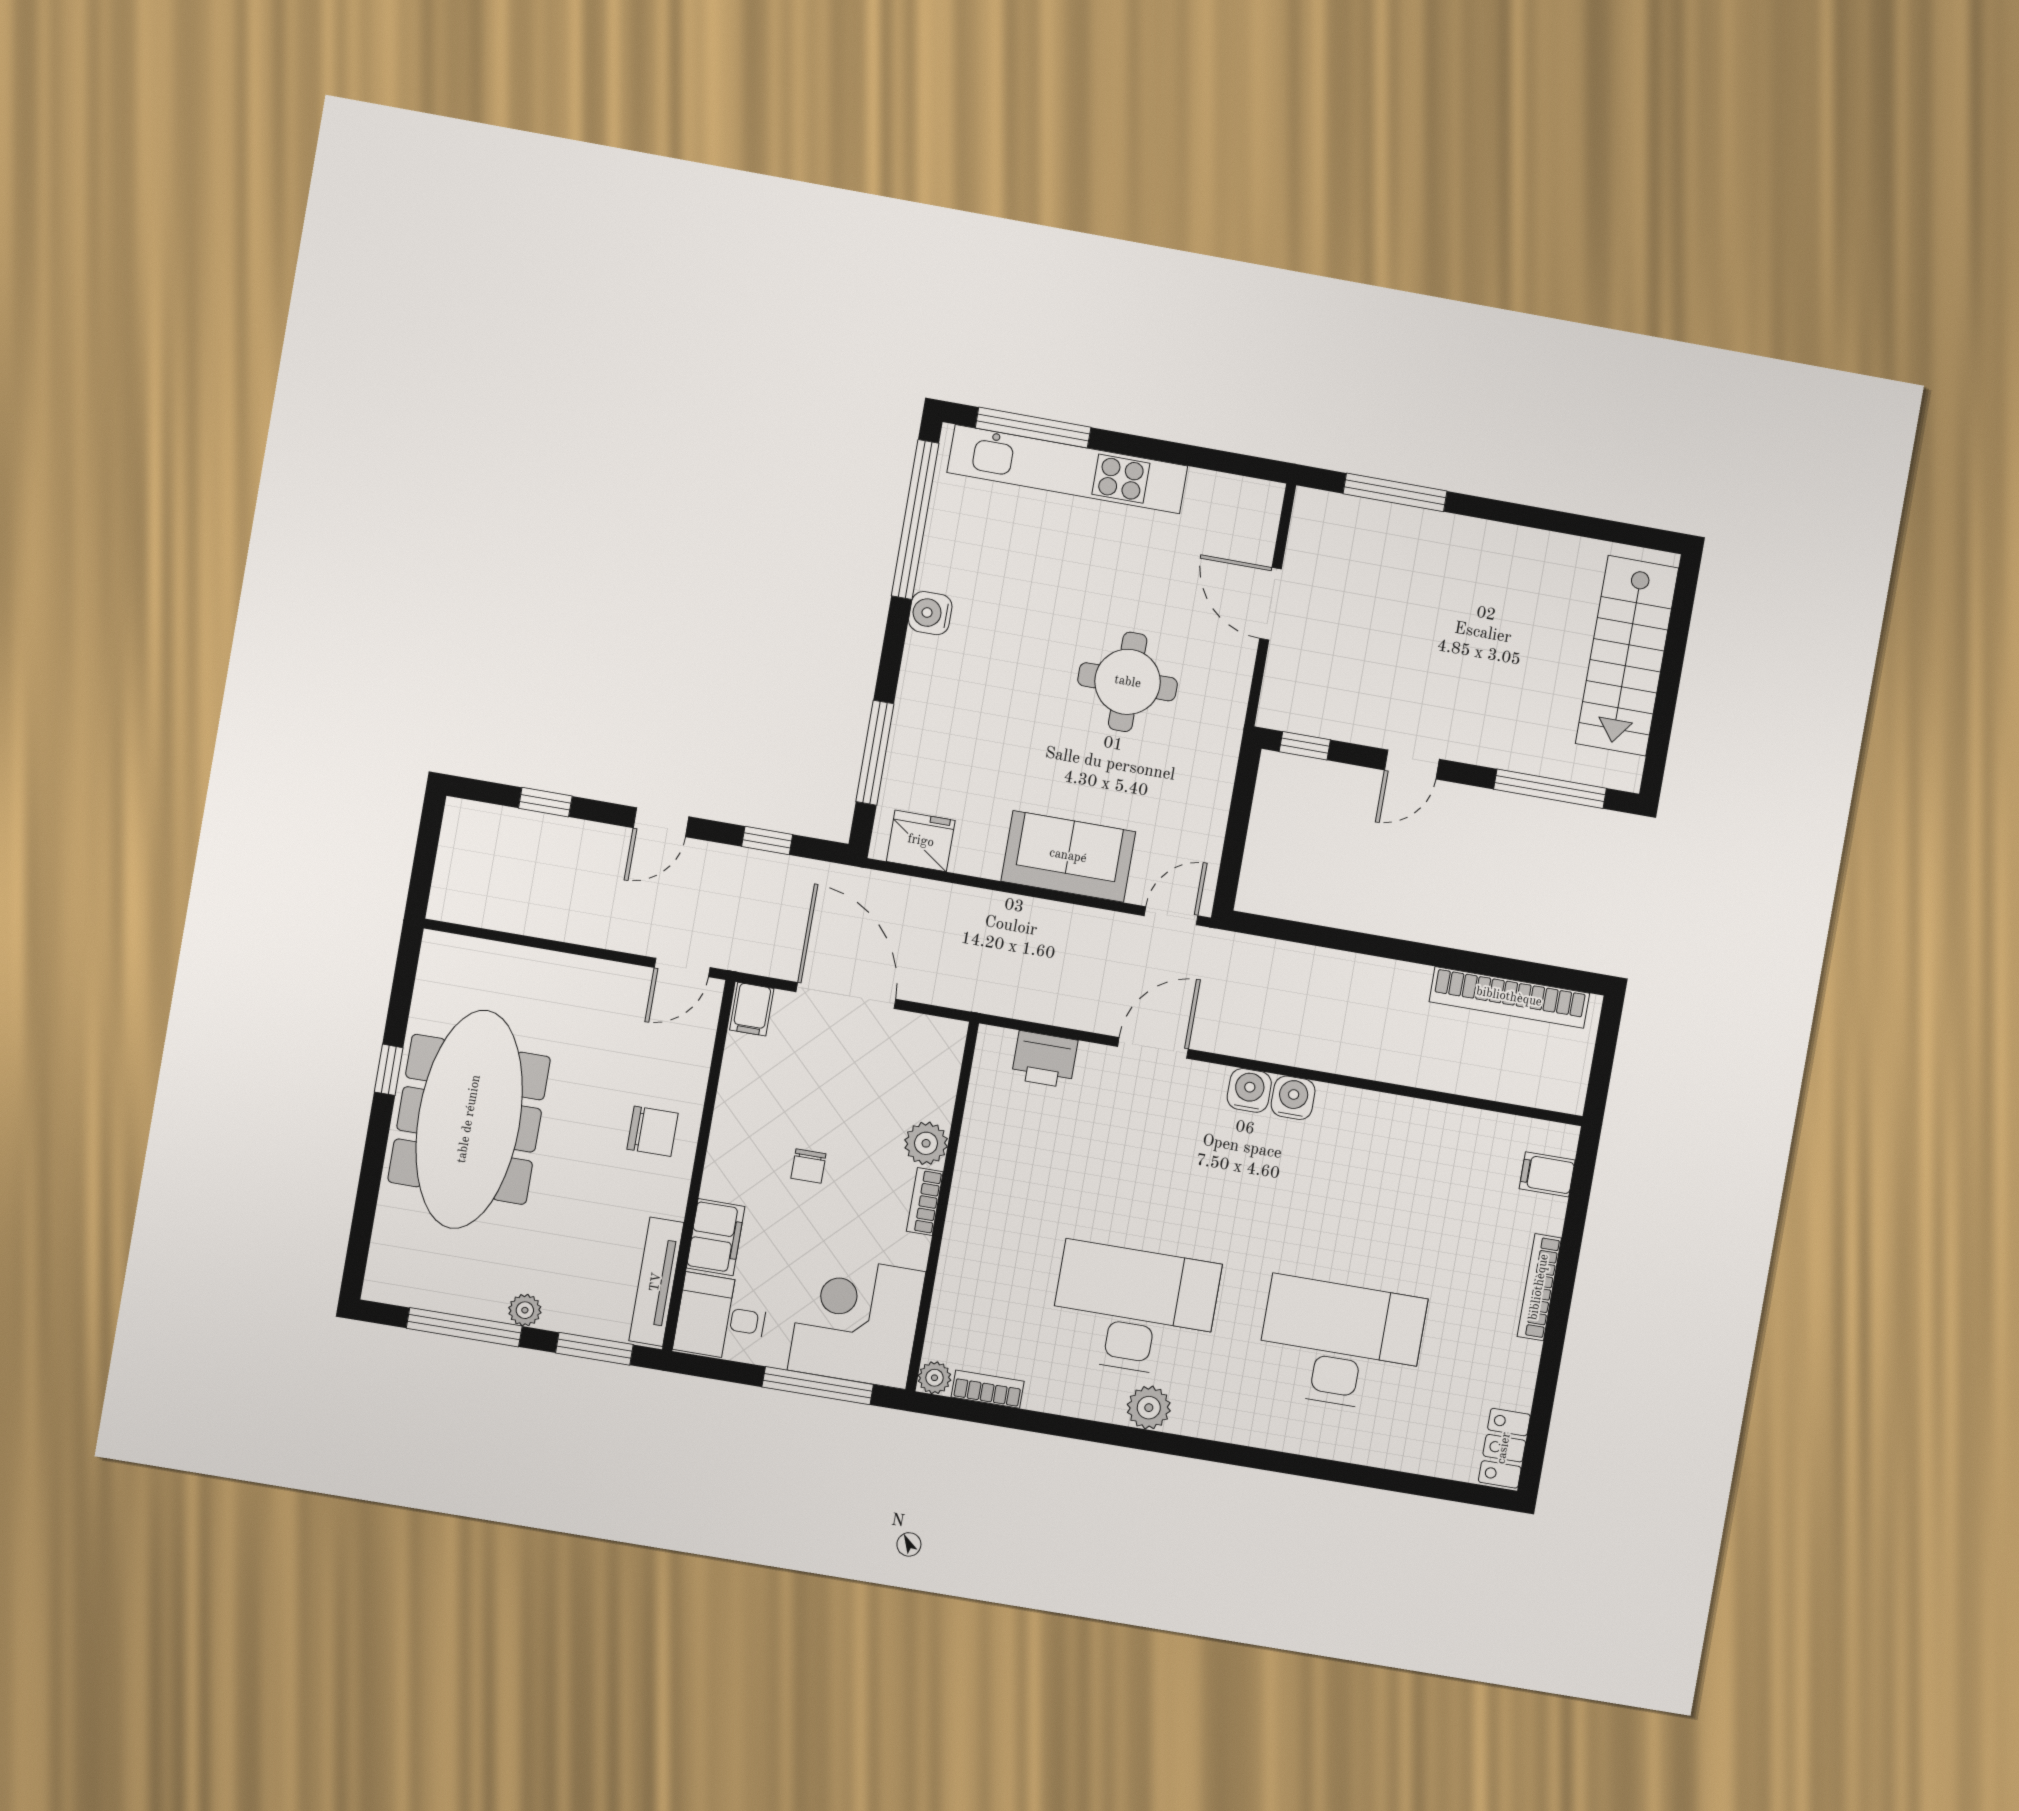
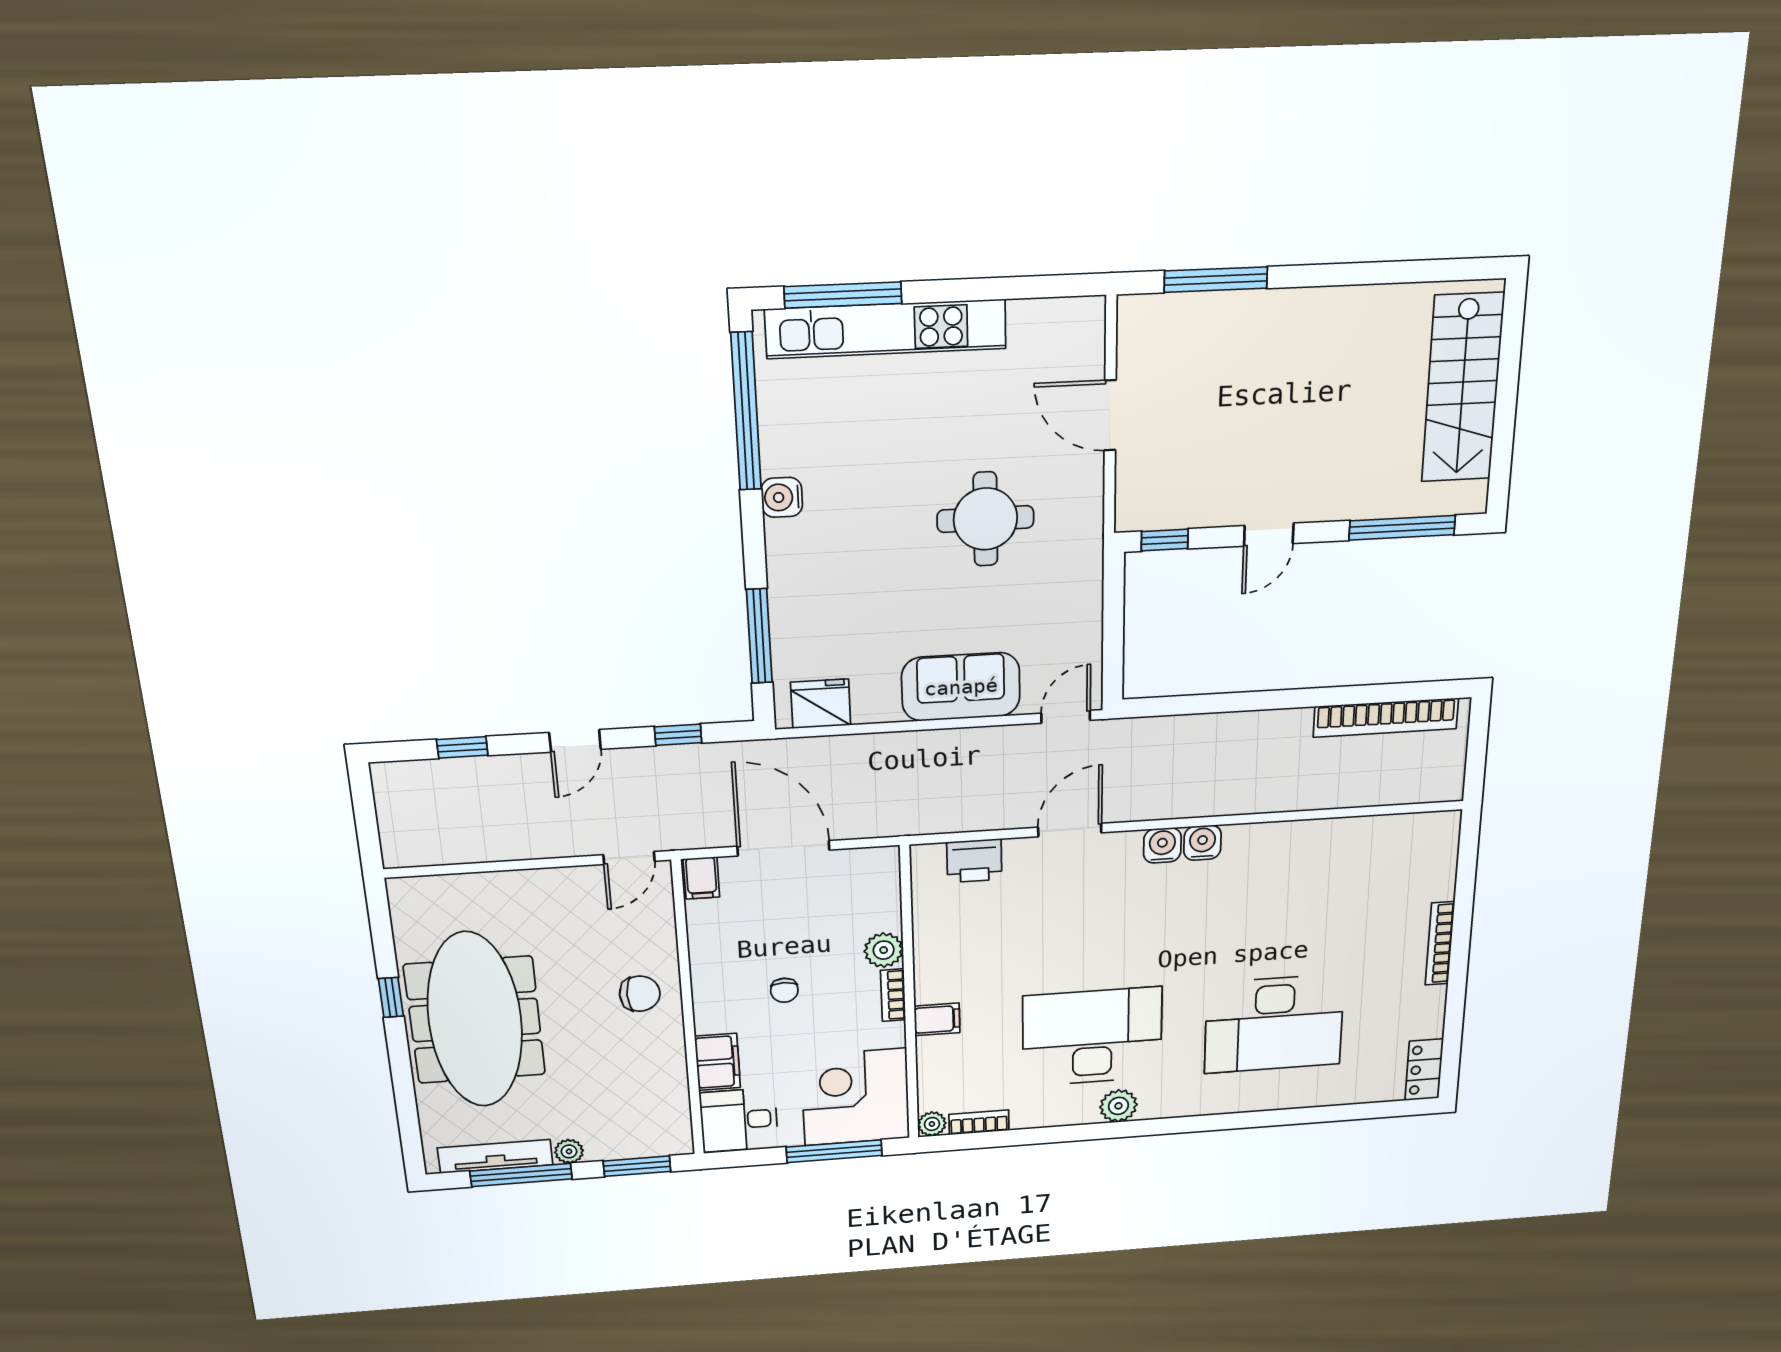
filing cabinet: (1547, 1174) -> (937, 1019), moved, turned 180
tv unit: (656, 1282) -> (495, 1156), moved, turned 90
desk: (1340, 1344) -> (1274, 1024), turned 180

